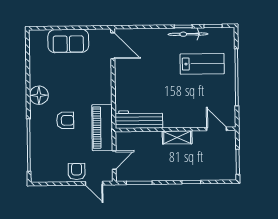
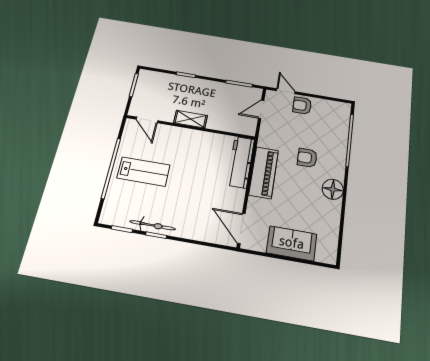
lab bench: (202, 64) -> (143, 172), moved, turned 180
workbench: (139, 119) -> (241, 162), moved, turned 90
piano: (102, 128) -> (264, 173), moved
armchair: (77, 171) -> (302, 106), turned 90

